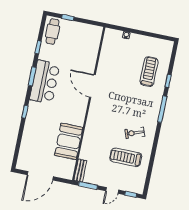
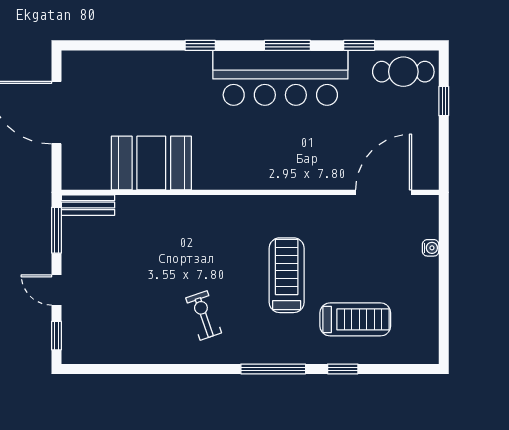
bar counter: (45, 82) -> (280, 78), width x1.36
door: (92, 86) -> (384, 192), moved
treadmill: (126, 157) -> (287, 275), moved

